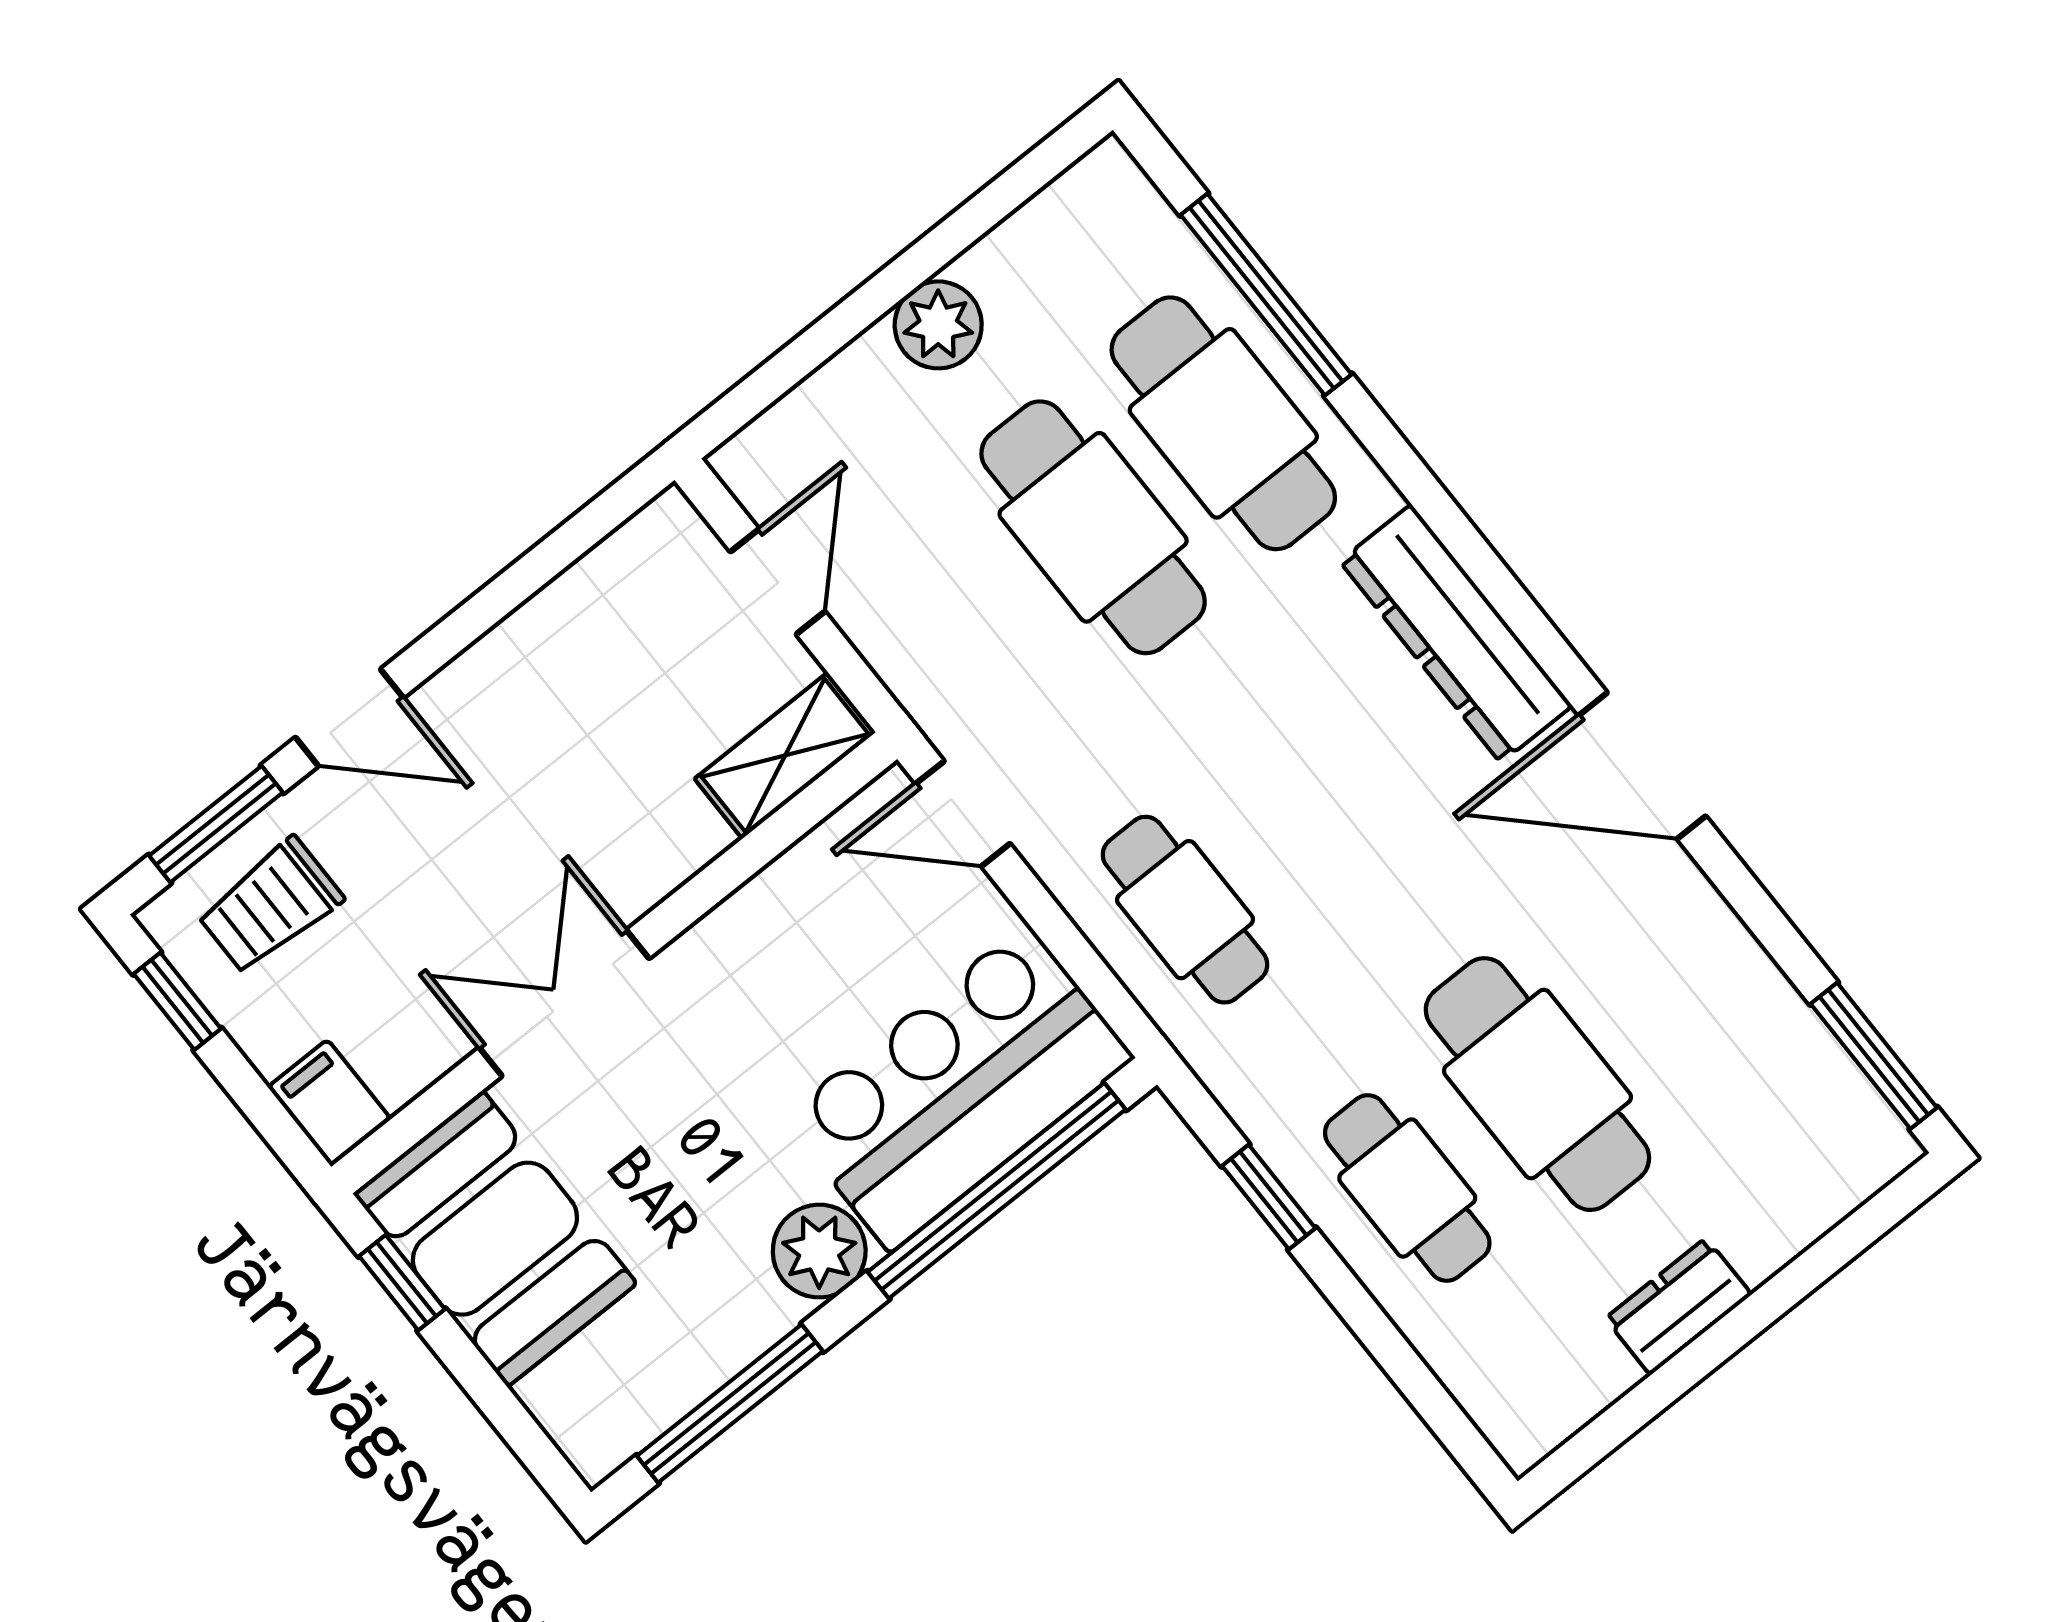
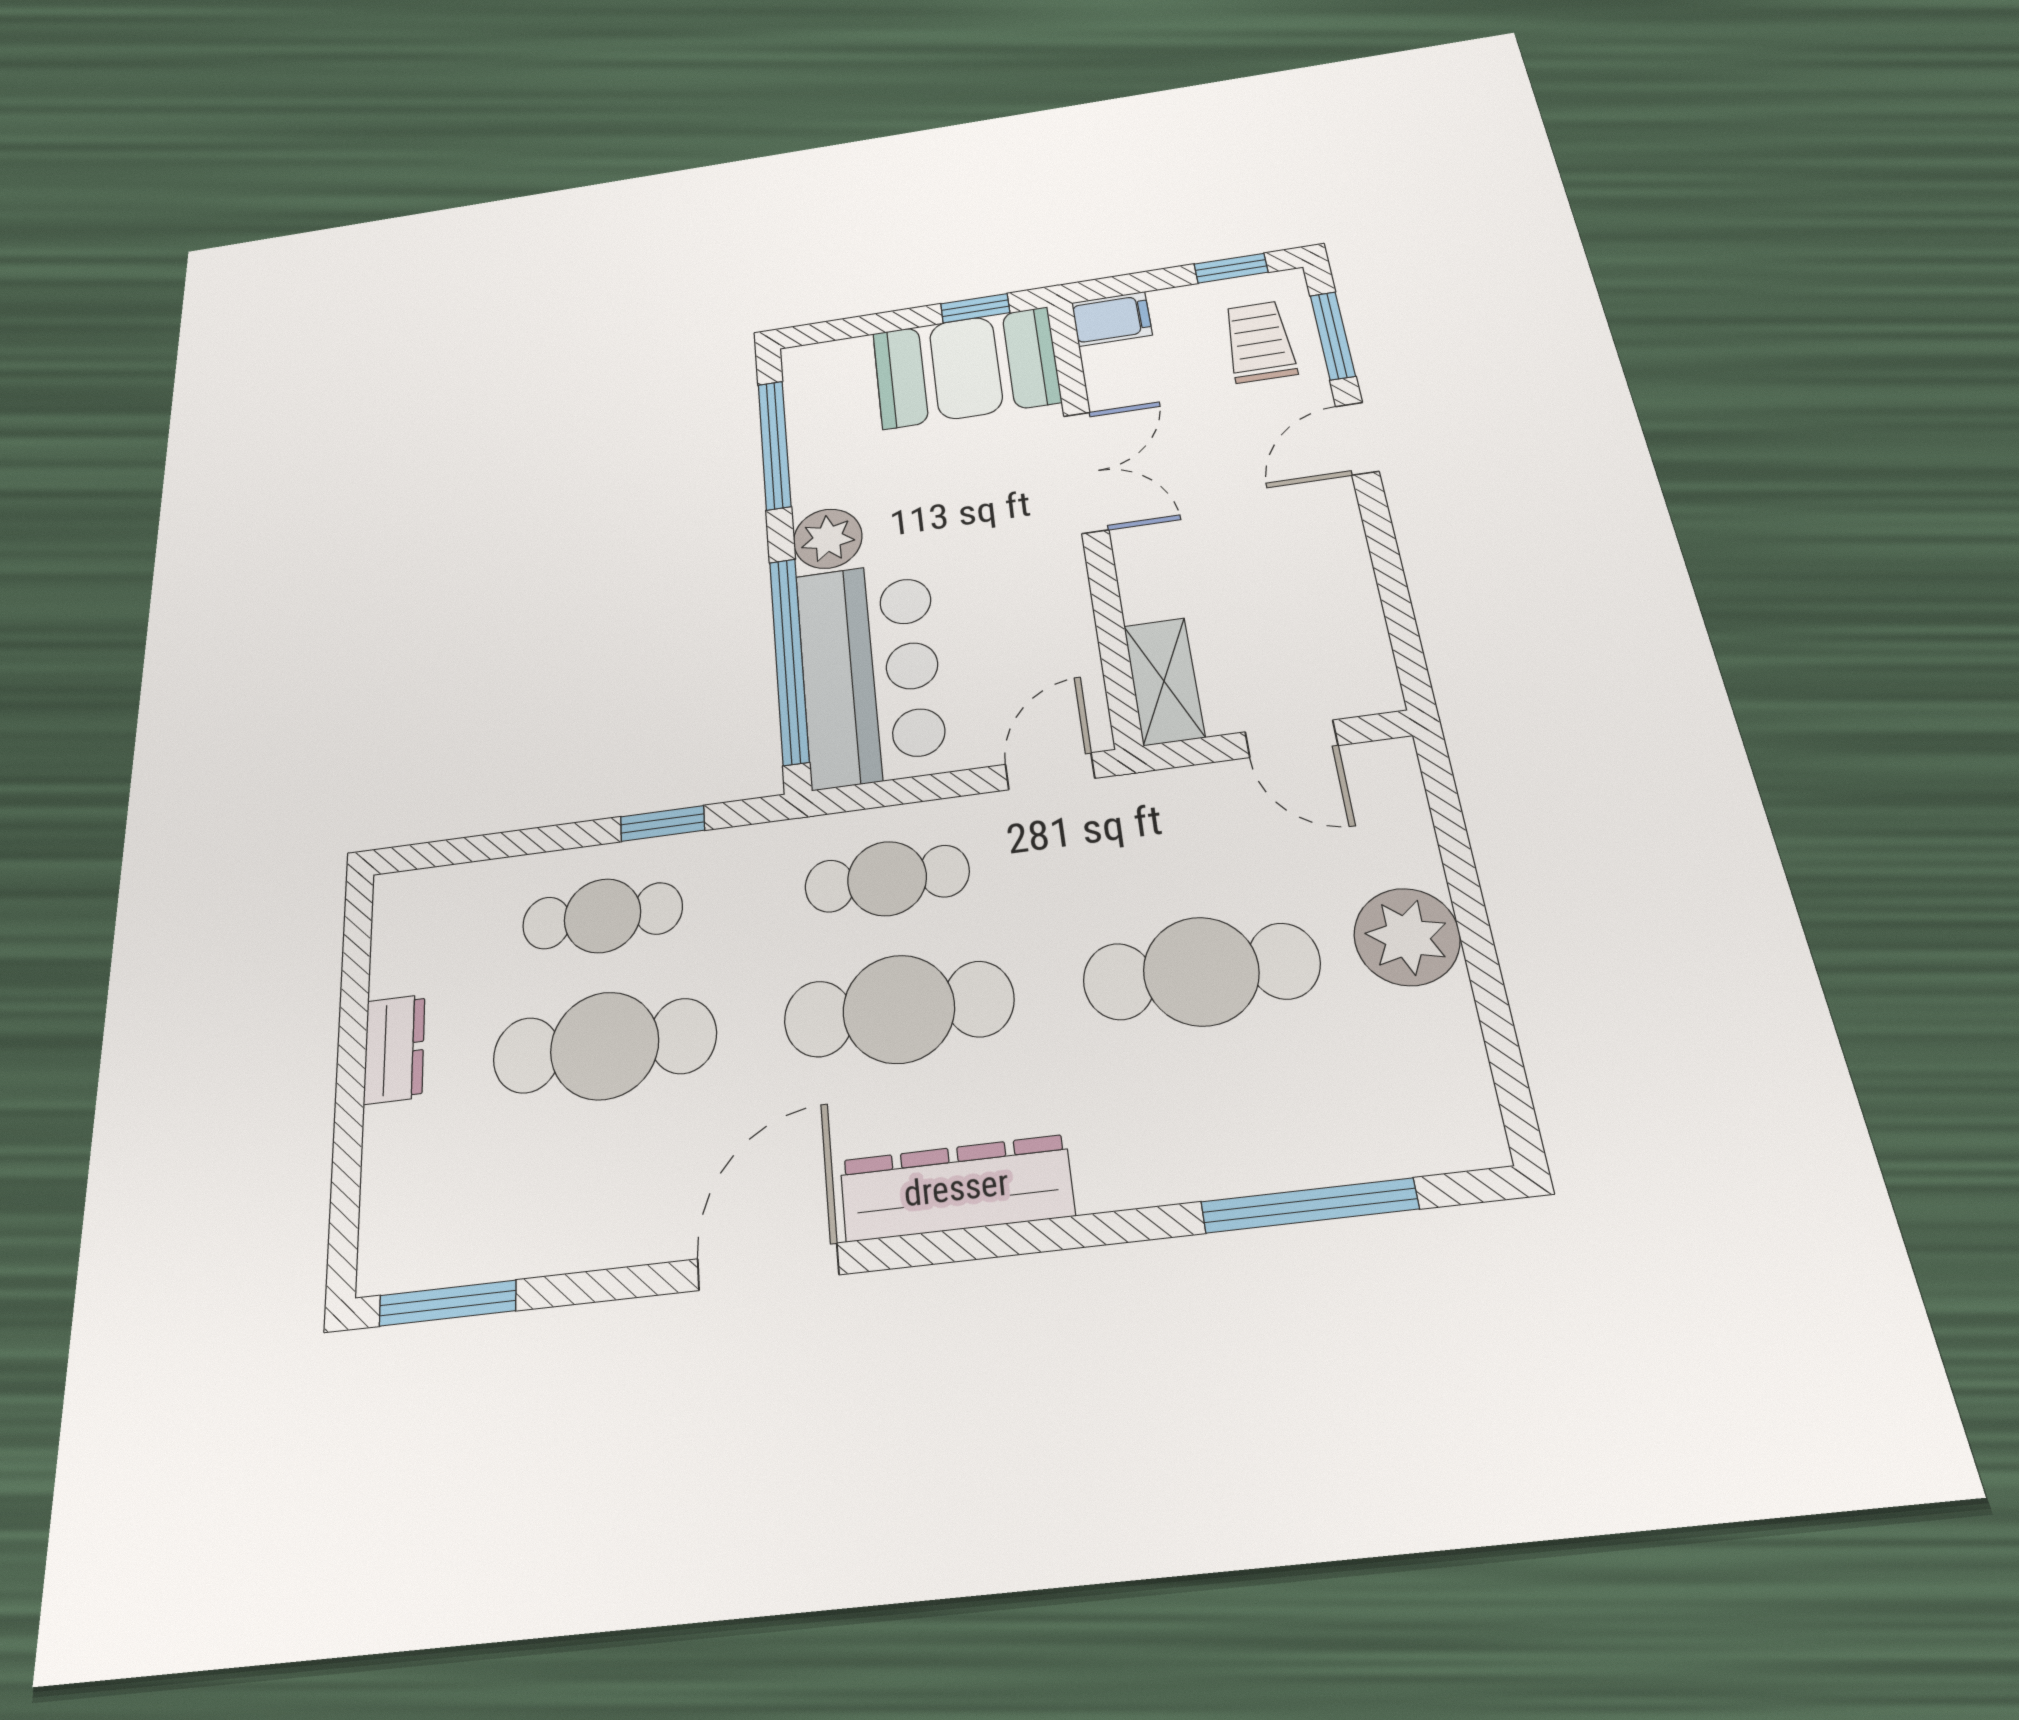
plant: (938, 325) -> (1407, 937), width x1.36, depth x1.36
cafe table: (1223, 423) -> (899, 1009), moved

